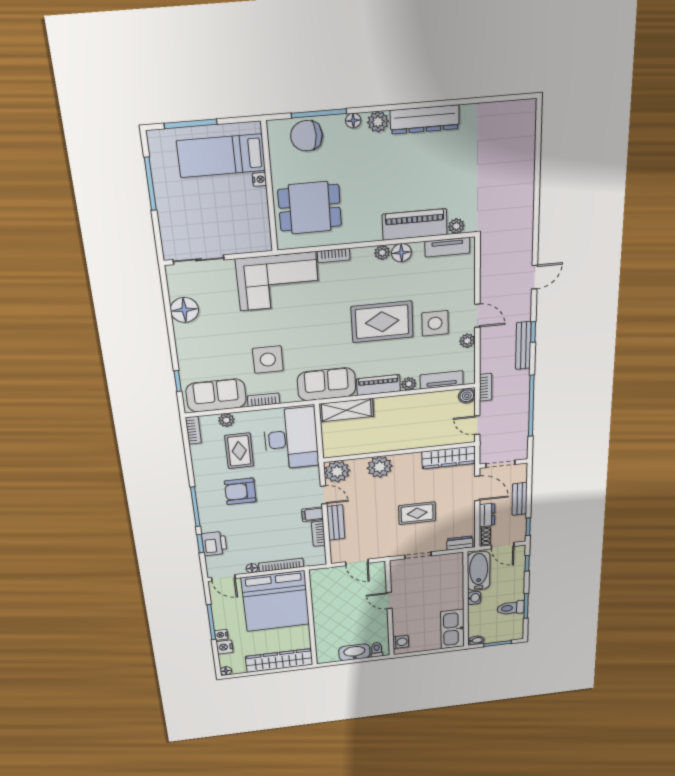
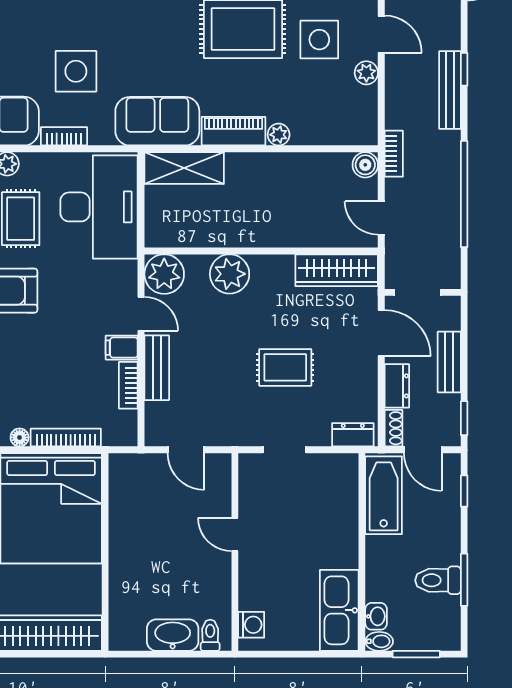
tv unit: (442, 380) -> (328, 133), removed
washbasin: (474, 598) -> (376, 616), moved

